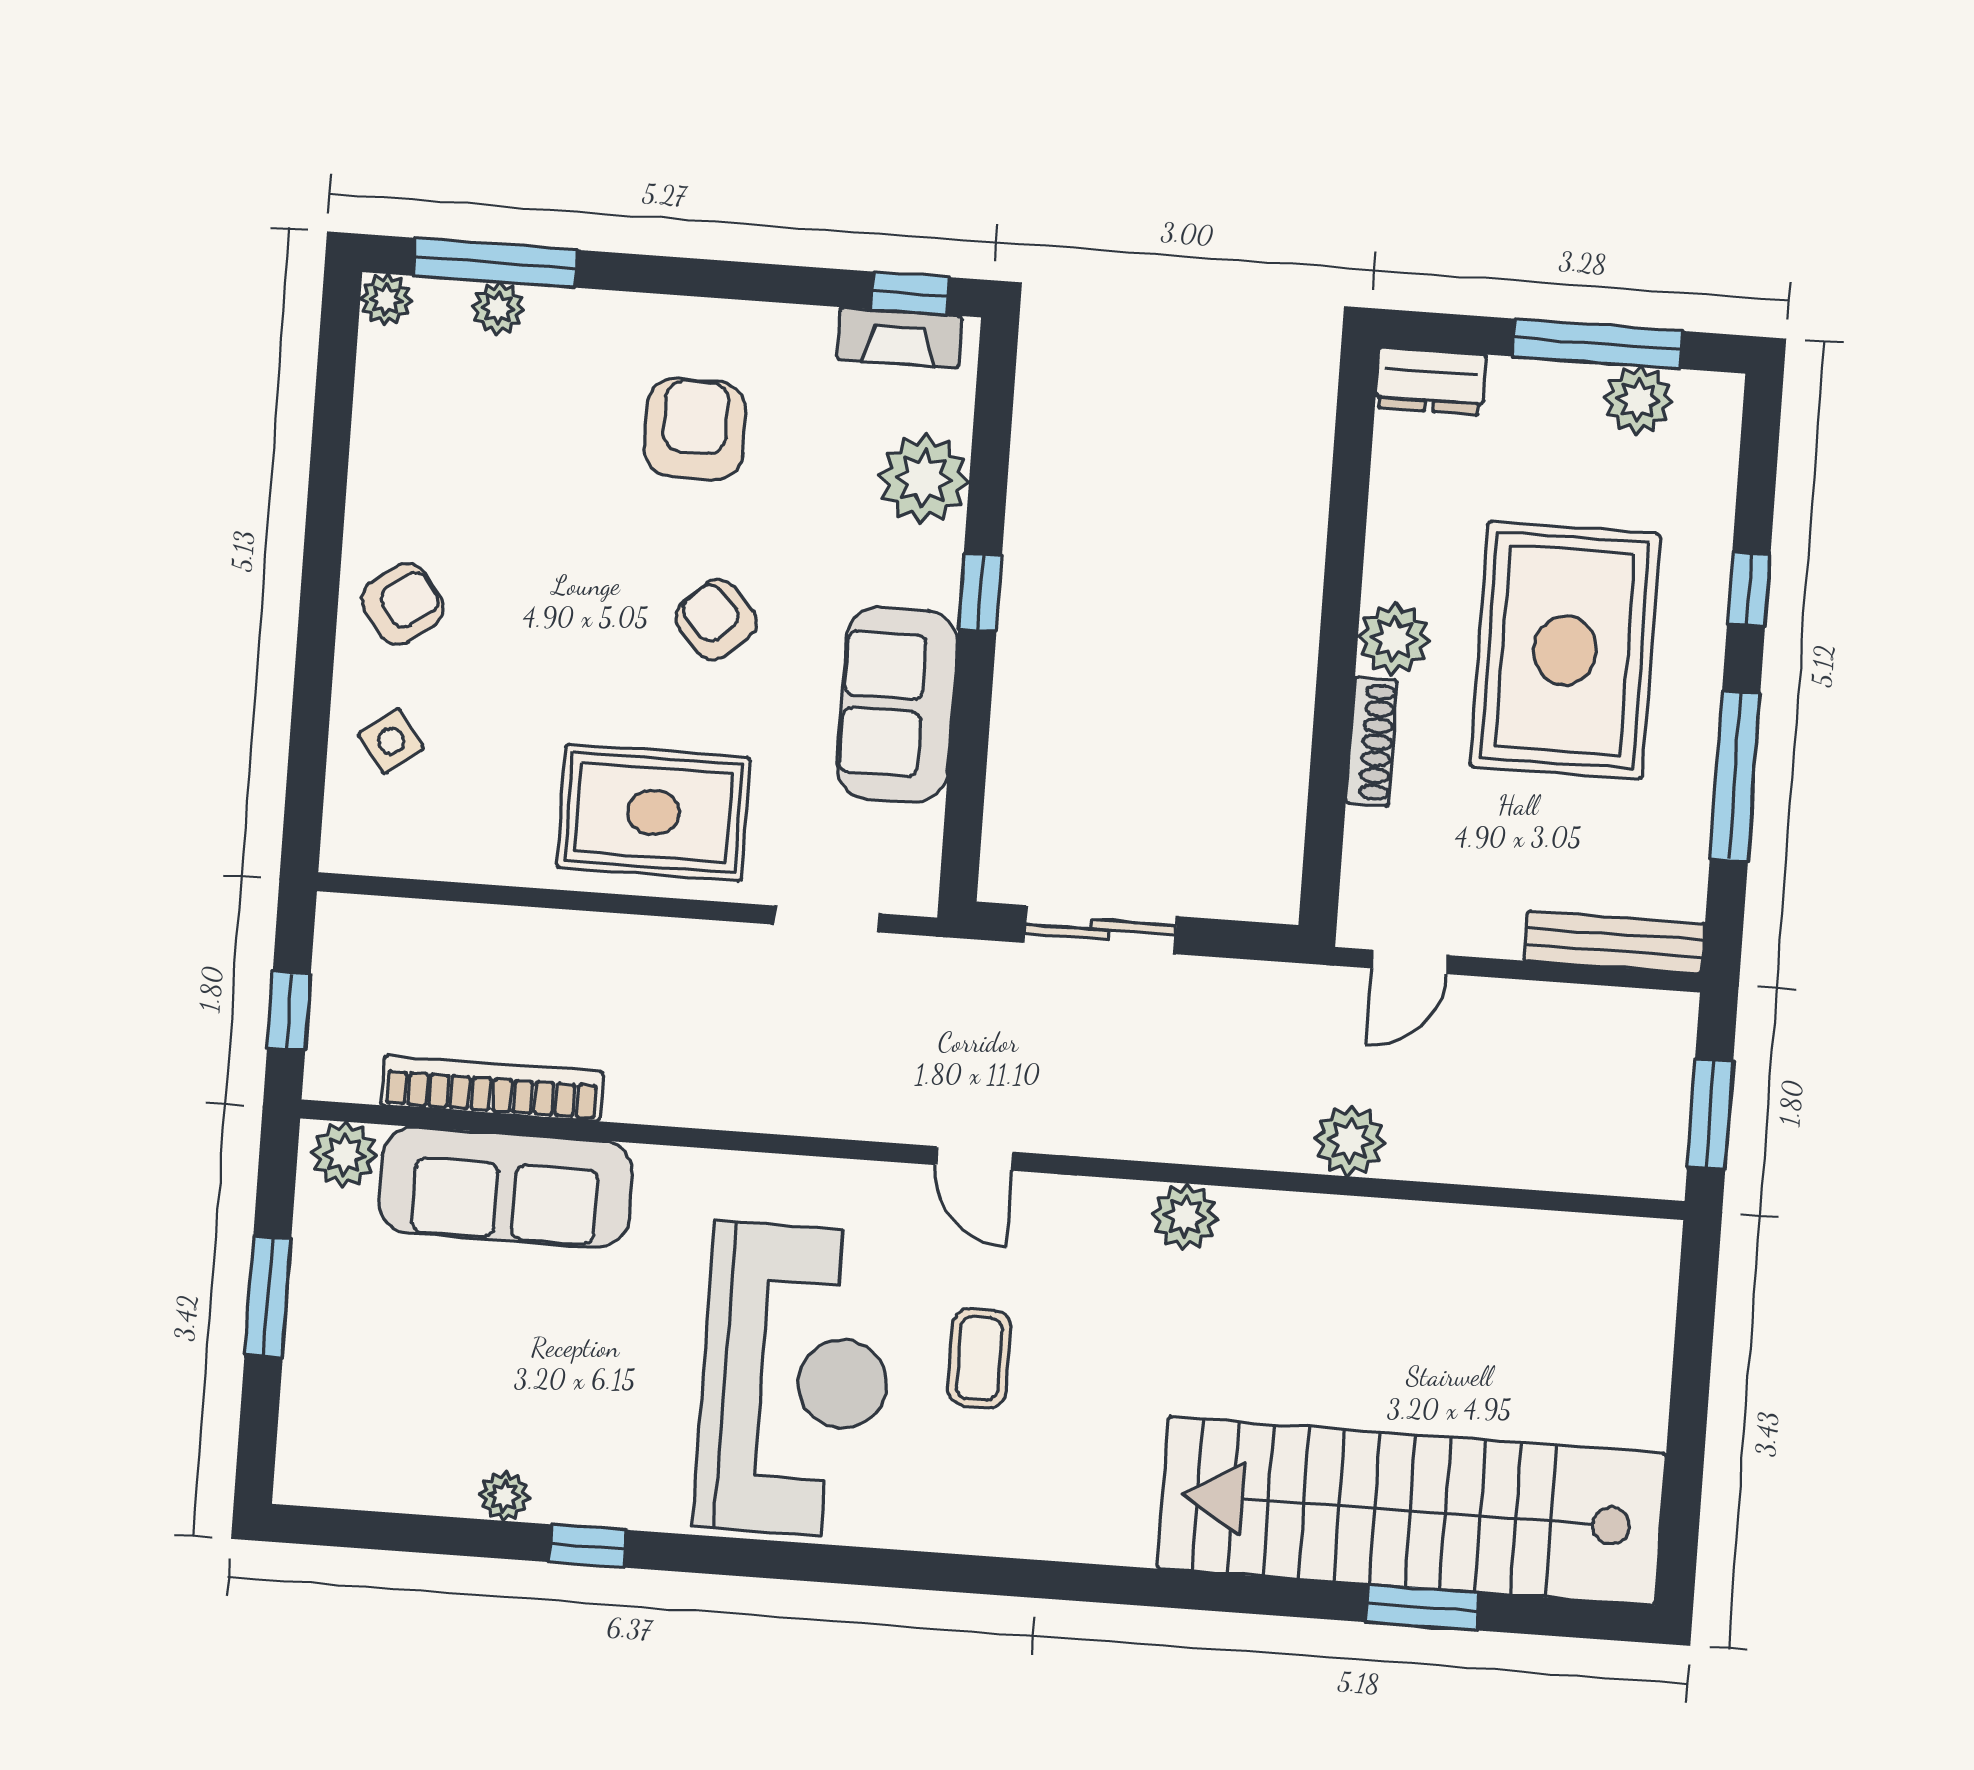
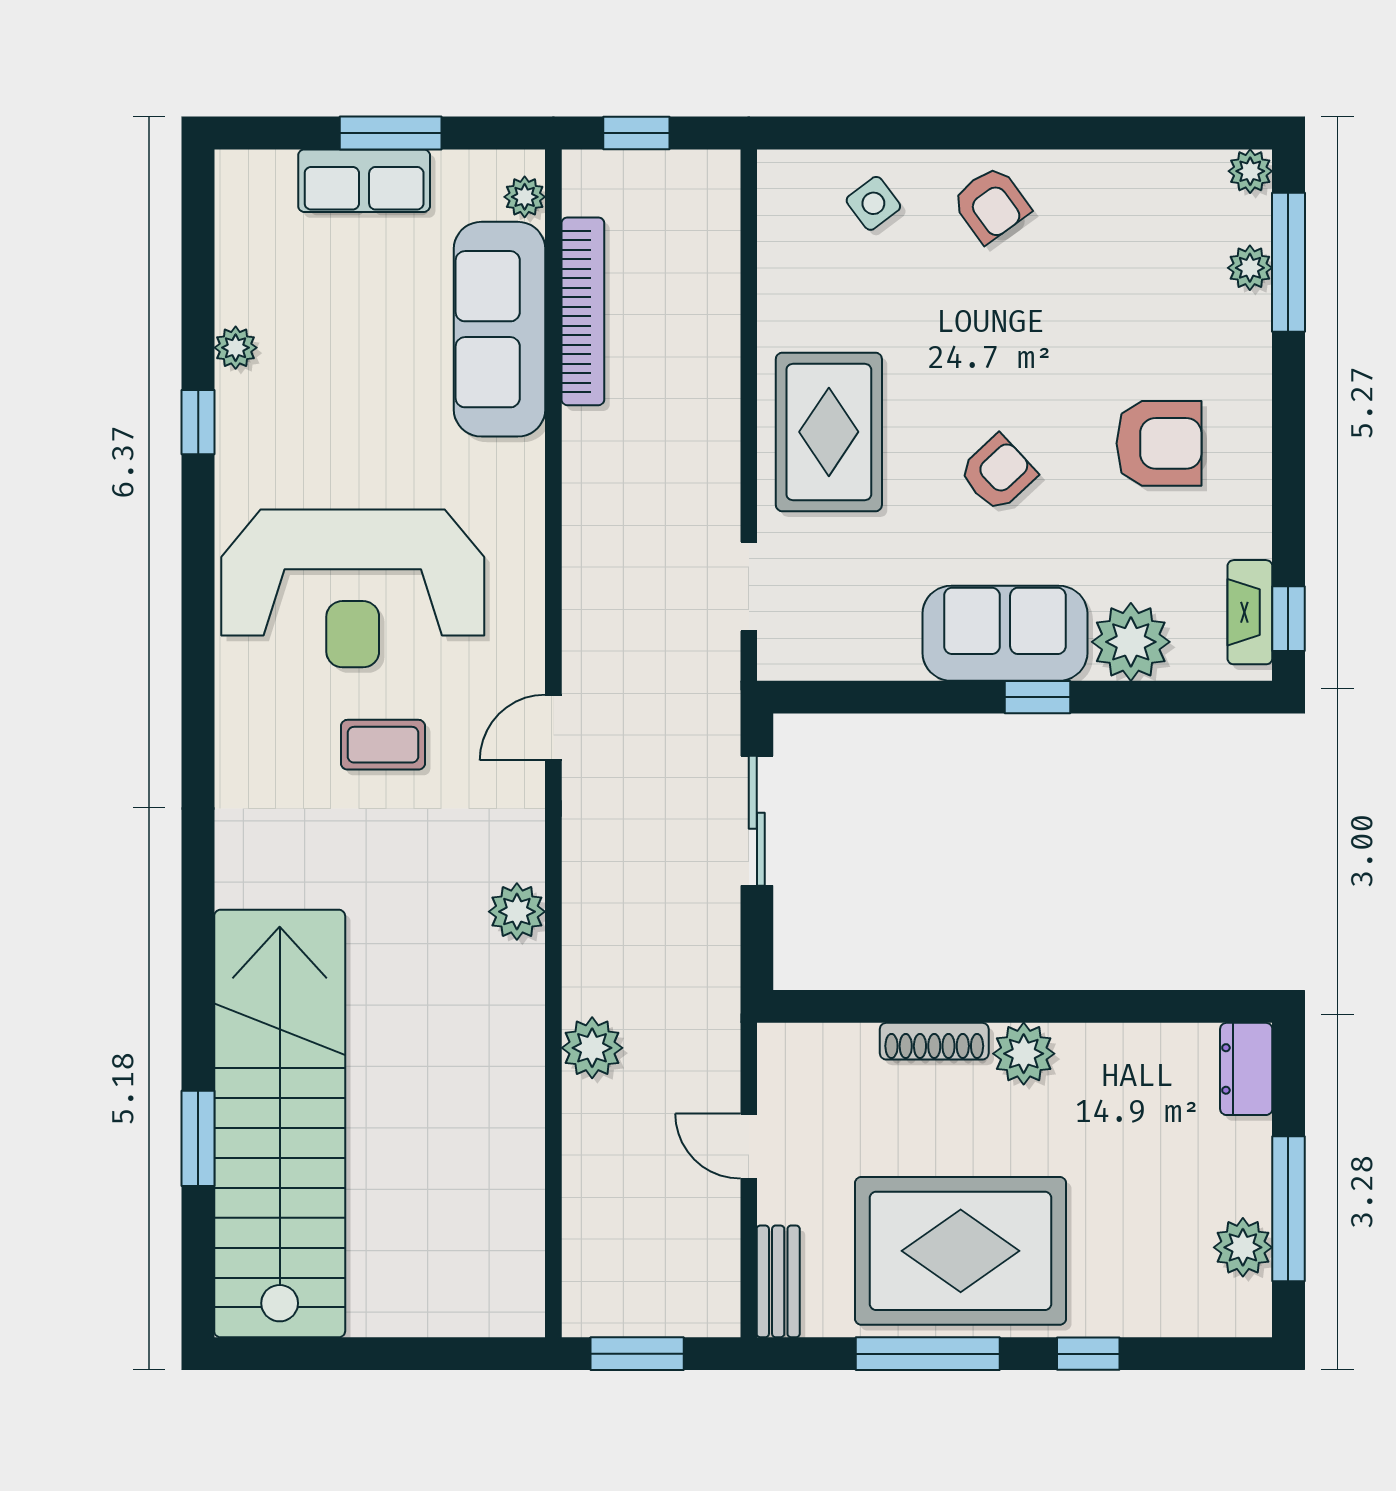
rug: (1565, 650) -> (961, 1251), moved
sofa: (897, 705) -> (1005, 633), moved
bench: (1614, 942) -> (778, 1281), width x0.73
door: (1410, 962) -> (749, 1146), moved
plant: (344, 1155) -> (525, 197), width x0.73, depth x0.73
row of seats: (321, 1332) -> (364, 181), added

